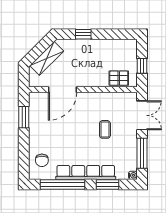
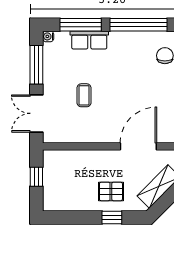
pallet: (119, 78) -> (111, 191), moved
row of seats: (86, 172) -> (89, 40), width x0.50
window: (107, 184) -> (81, 25), width x1.44

